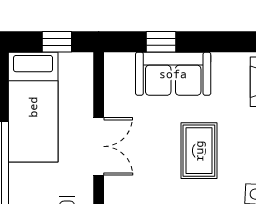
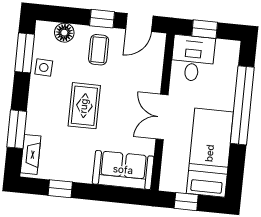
window: (161, 42) -> (60, 189), moved
sofa: (173, 74) -> (123, 170), moved

